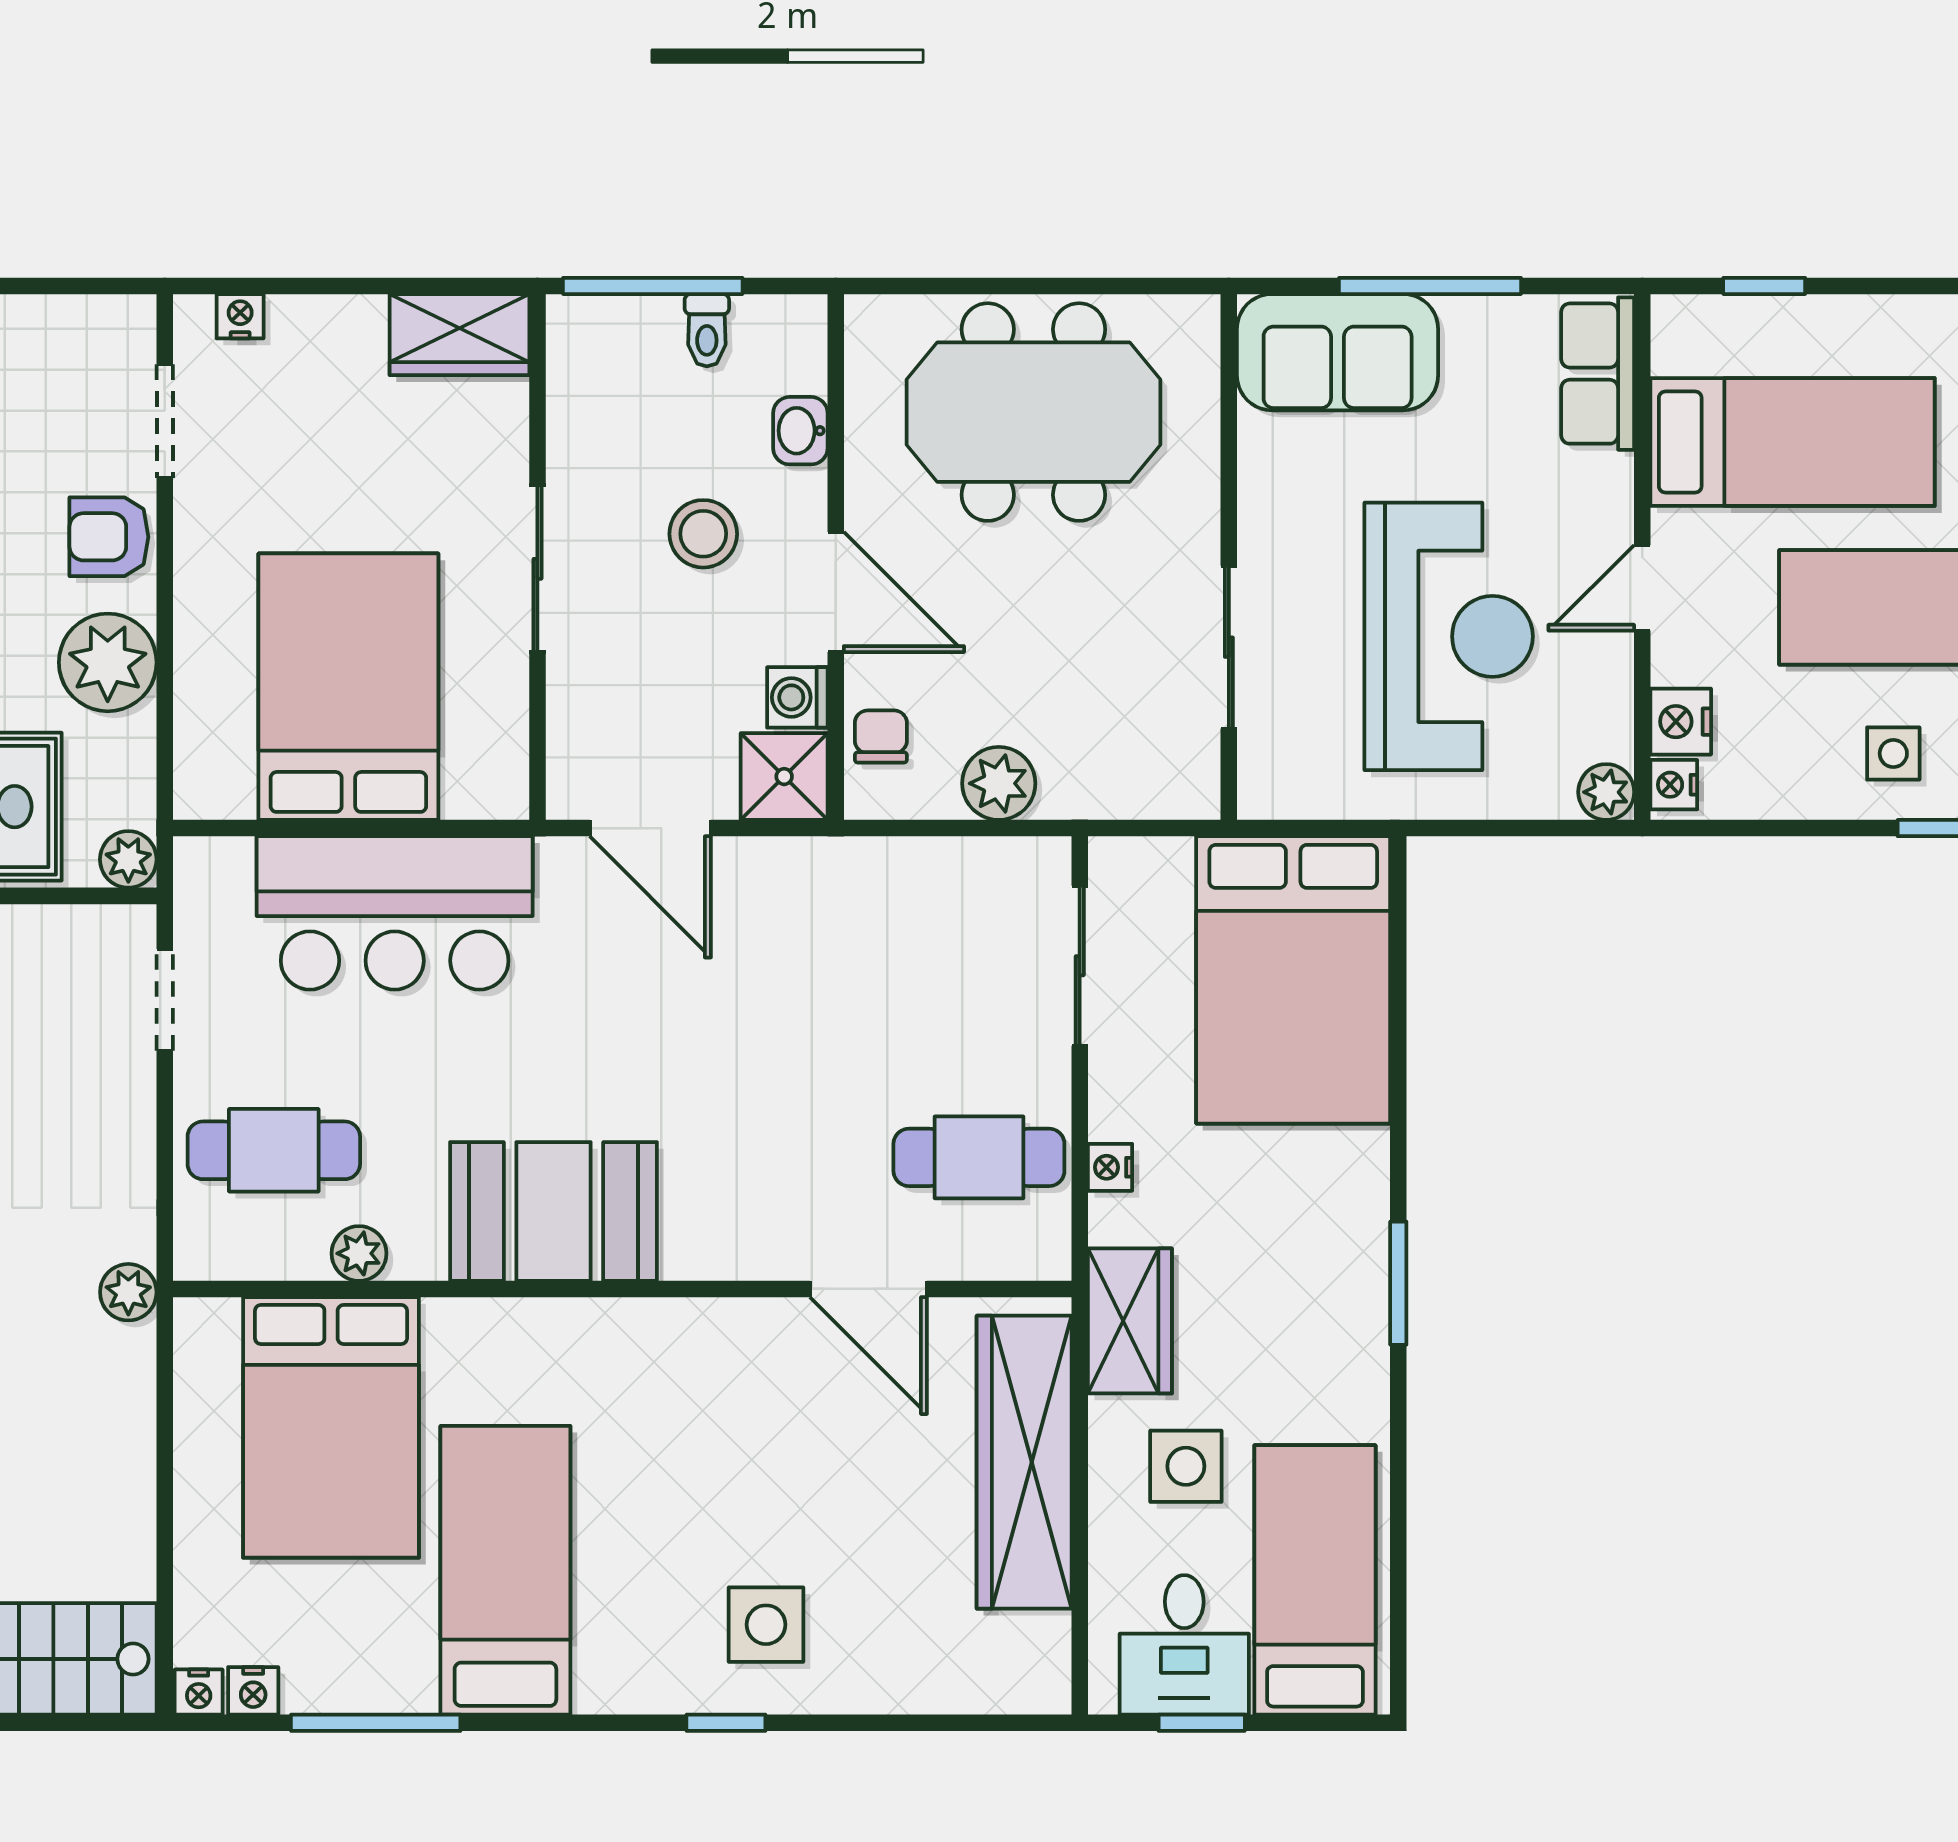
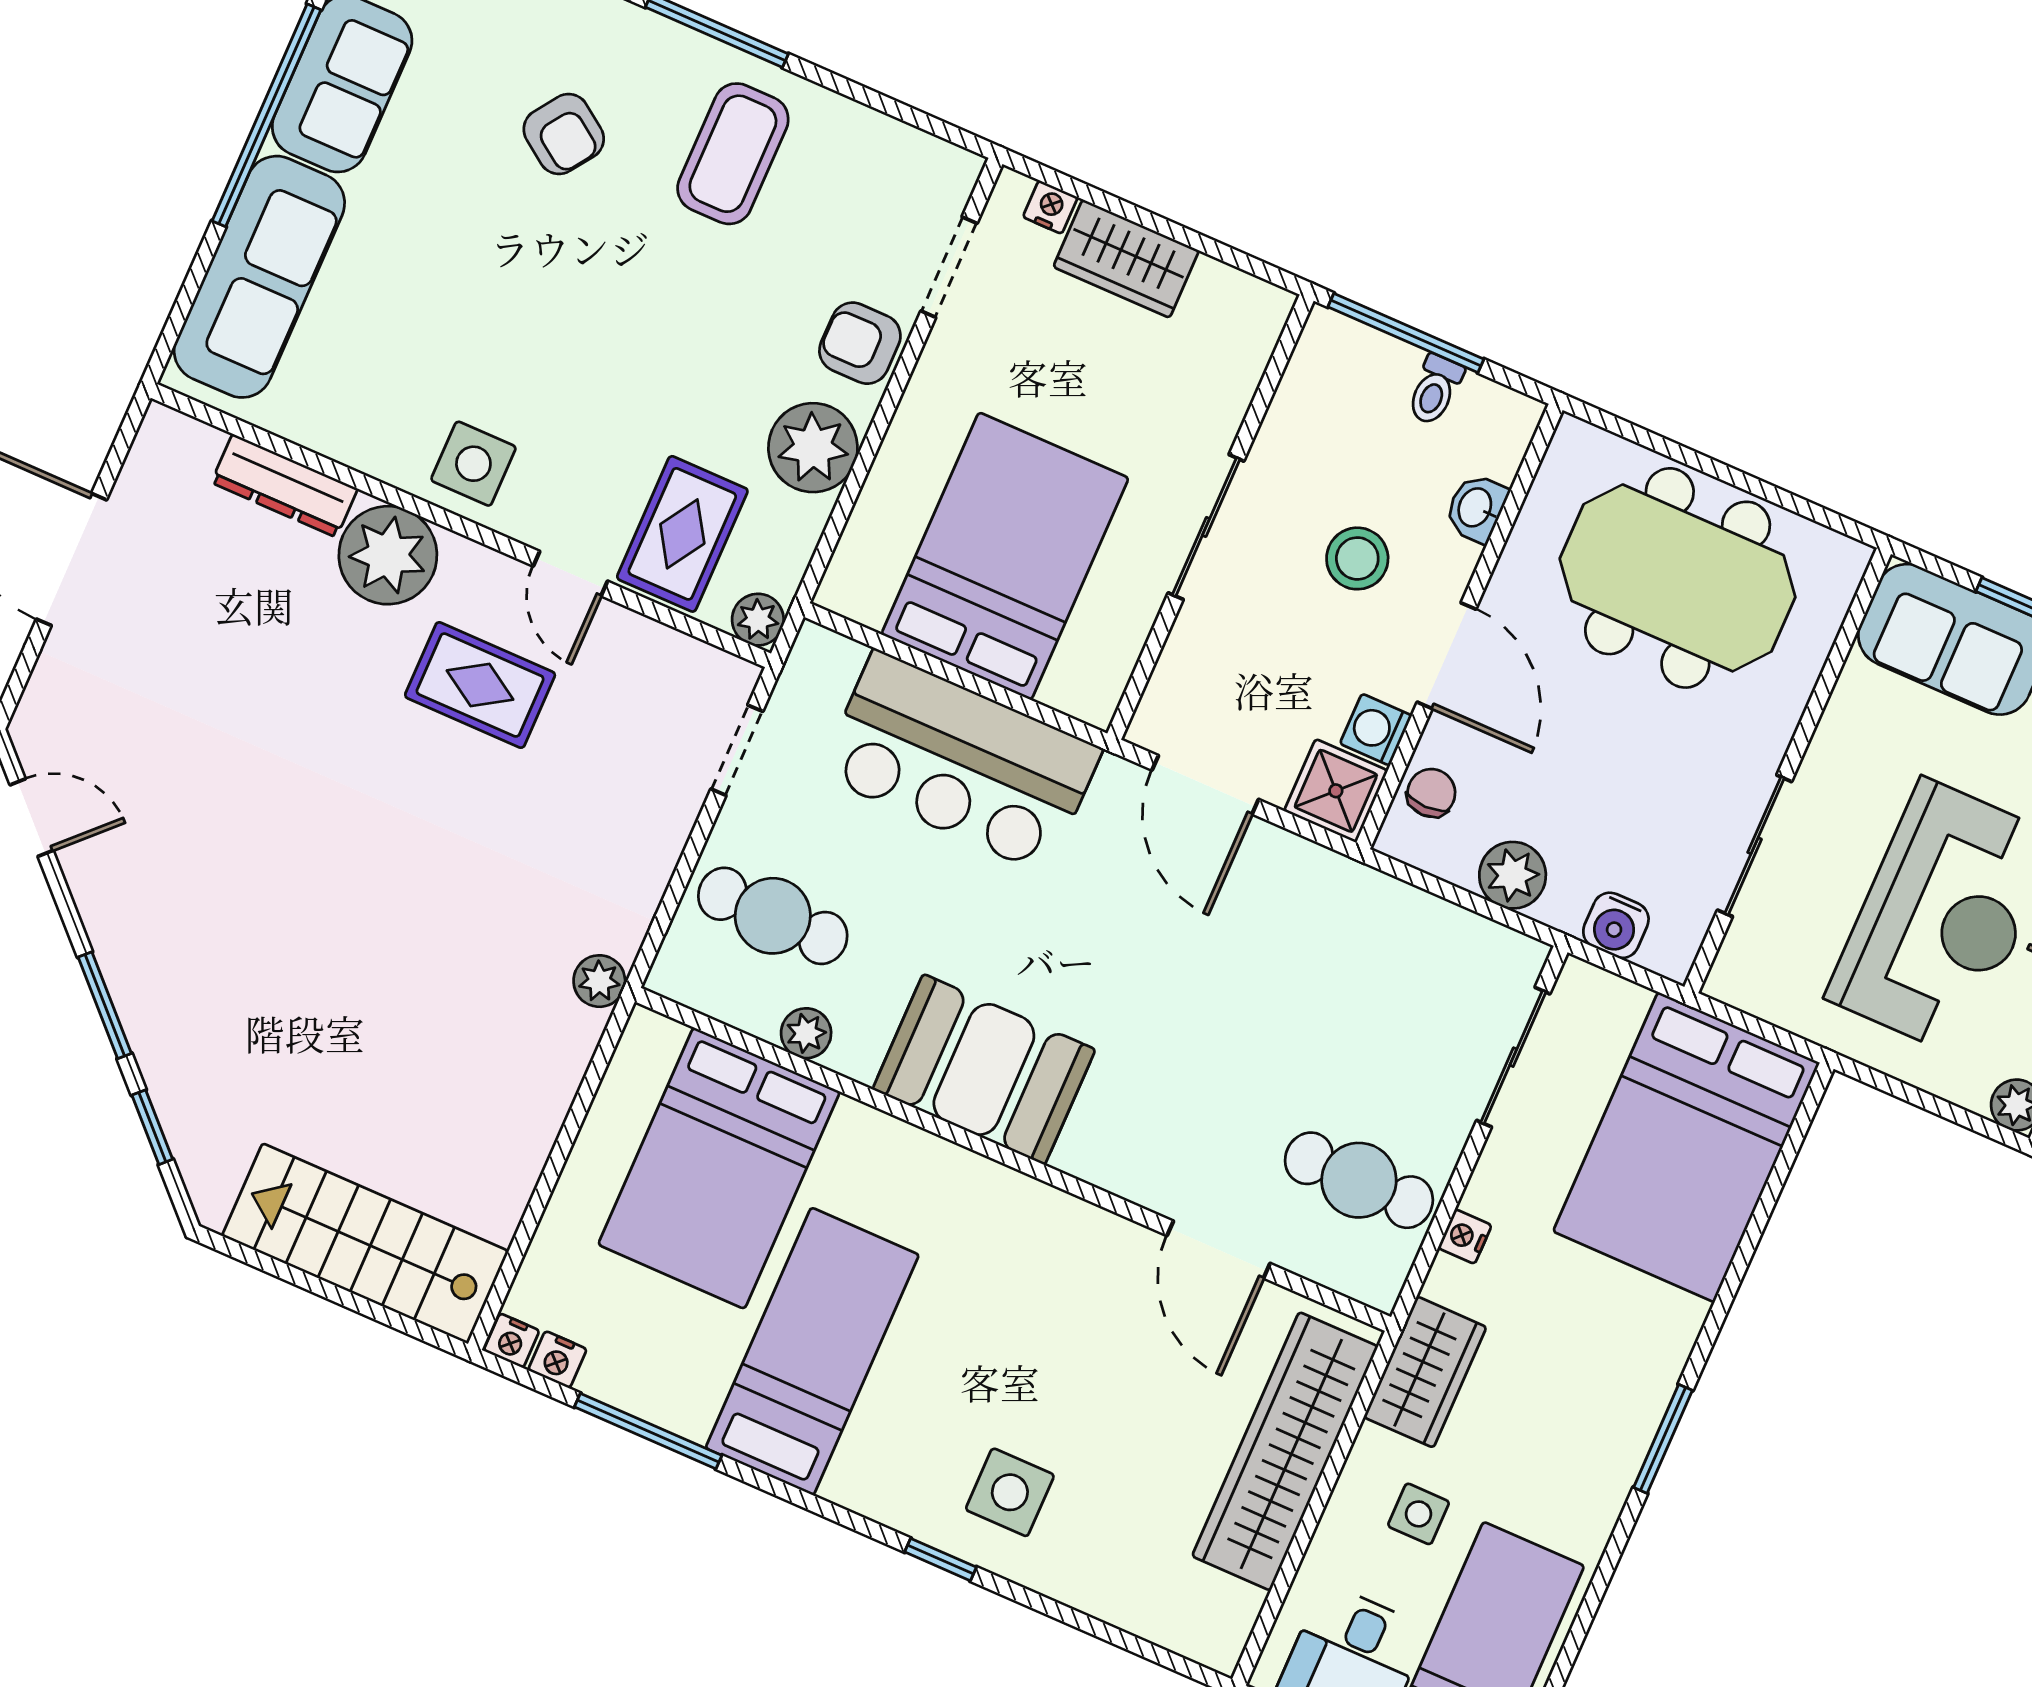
wardrobe: (459, 335) -> (1126, 259), moved
water cooler: (1125, 788) -> (1616, 925), added
side table: (1186, 1466) -> (1419, 1514), width x0.73, depth x0.73

